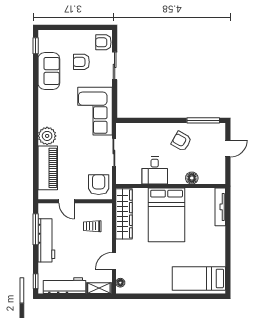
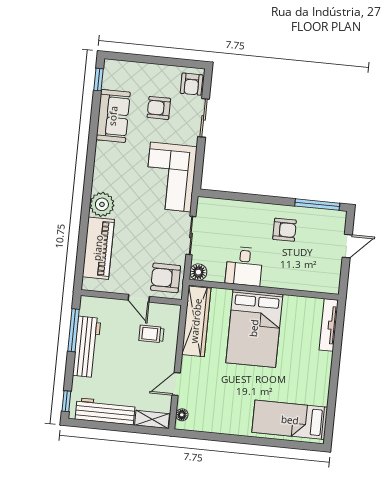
armchair: (103, 42) -> (192, 84), turned -90
armchair: (181, 141) -> (285, 230), turned 151
floor lamp: (192, 178) -> (198, 272), moved
armchair: (99, 185) -> (166, 278), turned -90
door: (67, 201) -> (139, 298), moved

